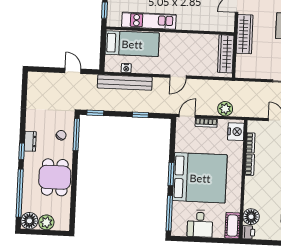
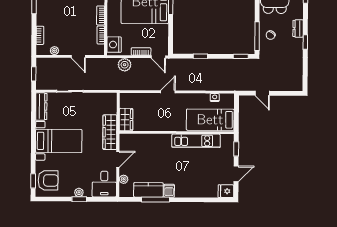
wardrobe: (226, 54) -> (126, 120), width x0.67
bench: (125, 82) -> (215, 85), removed
door: (187, 116) -> (158, 57), hinge flipped
window: (22, 151) -> (305, 42), moved

